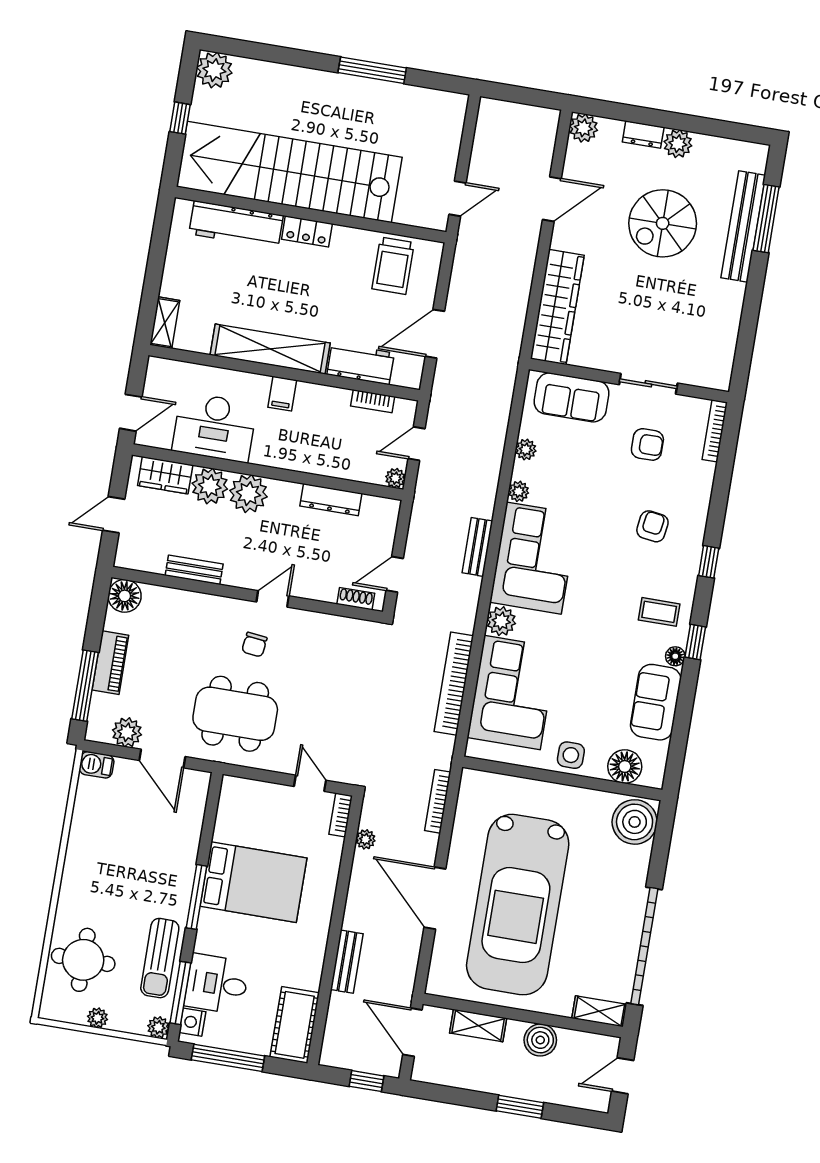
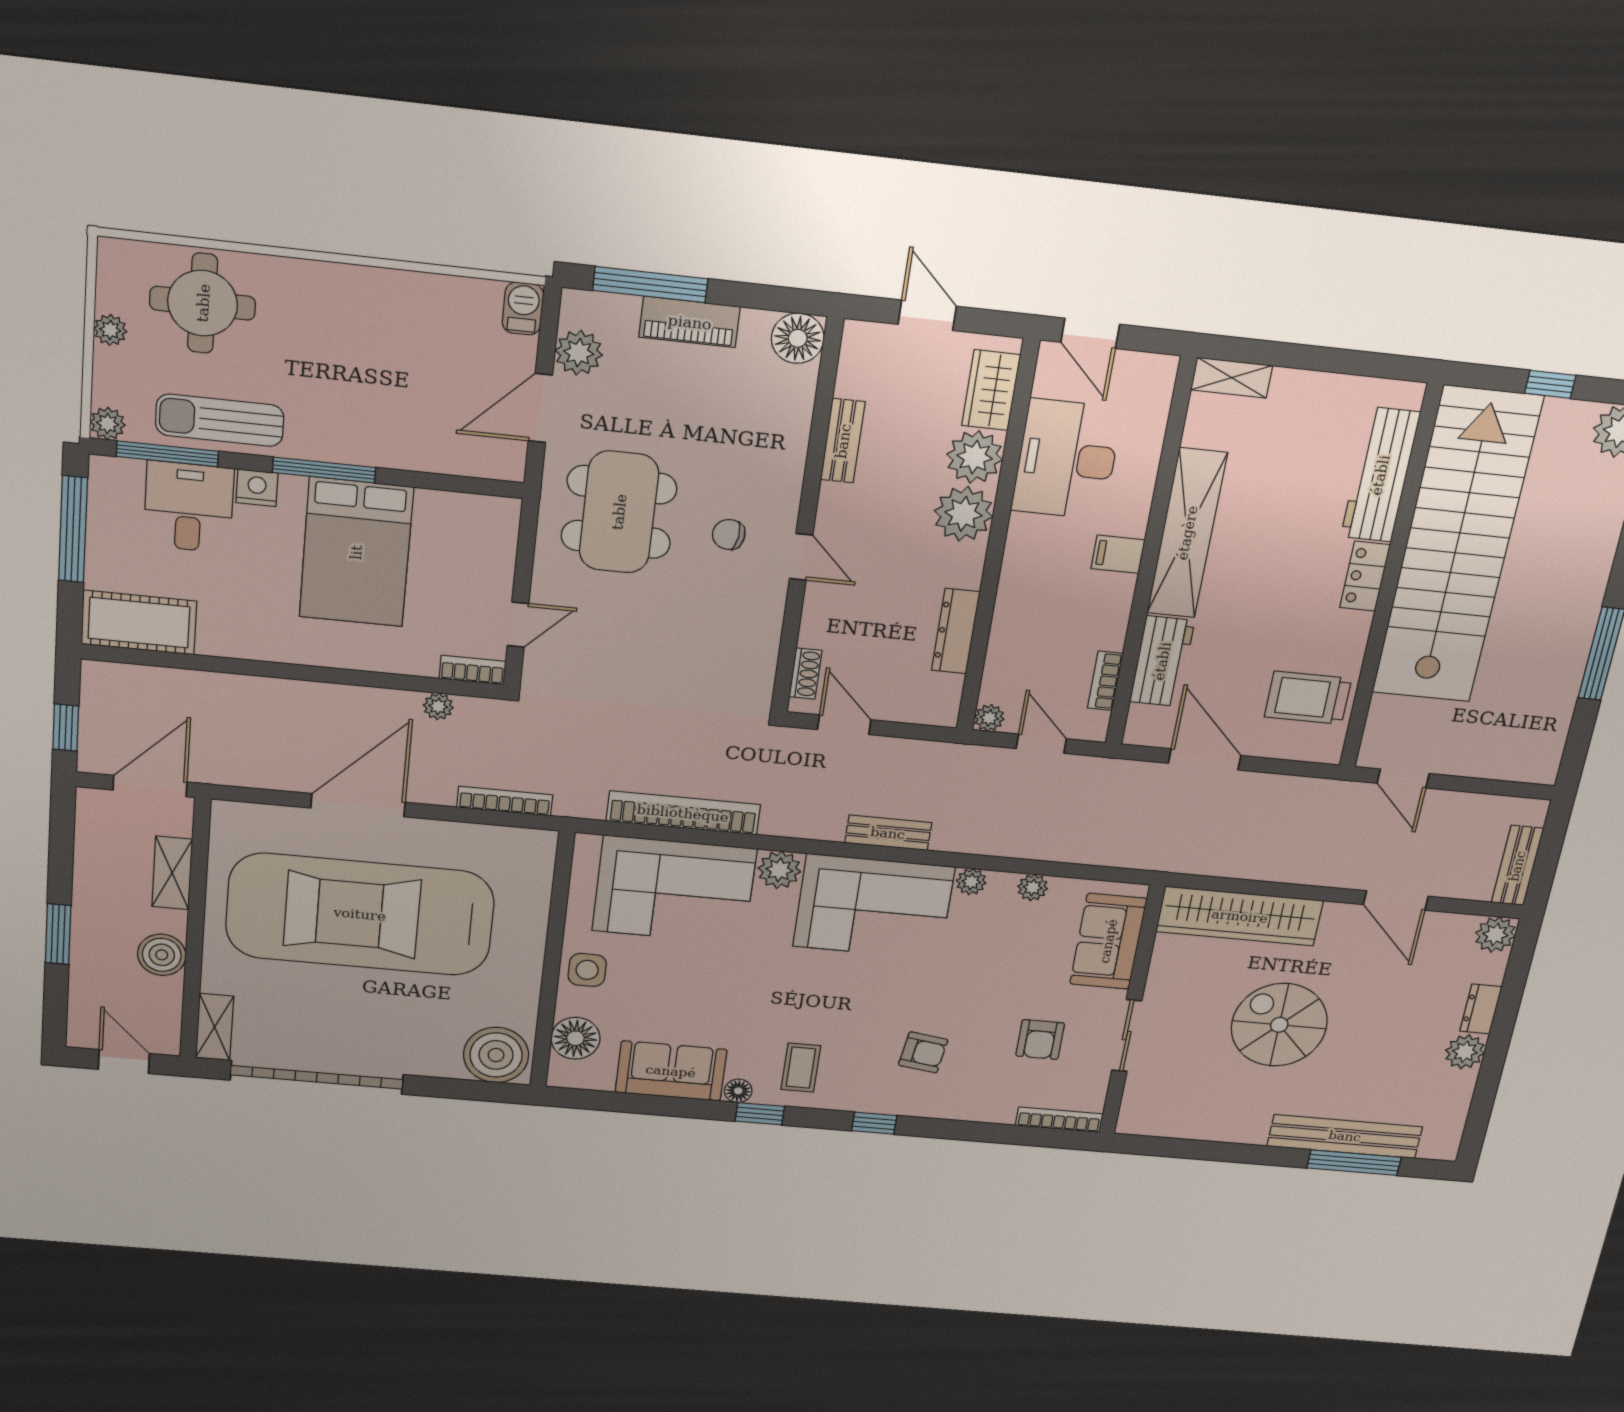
spiral stairs: (663, 223) -> (1279, 1025), moved
bench: (347, 962) -> (1517, 866), moved, turned 90
nightstand: (192, 1022) -> (257, 488), moved

